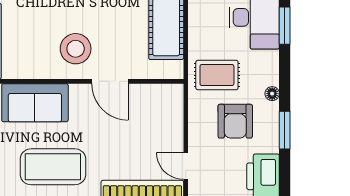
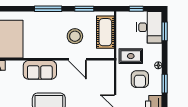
stool: (76, 49) -> (75, 36), moved

